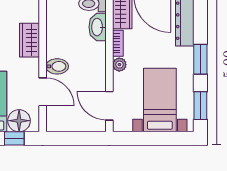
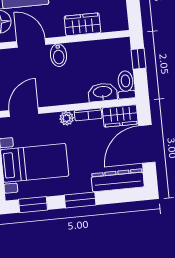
door: (43, 92) -> (31, 43), swing flipped

